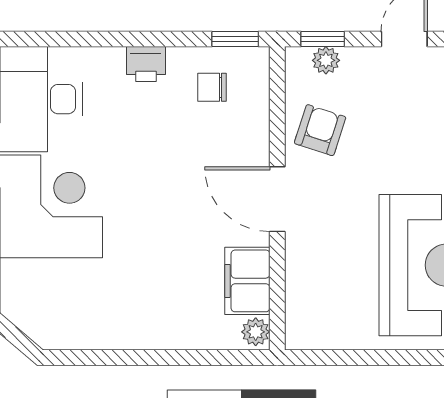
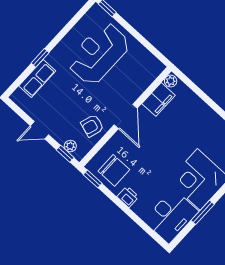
chair: (212, 87) -> (114, 170), width x1.87, depth x1.87

